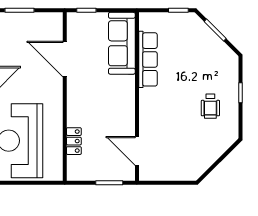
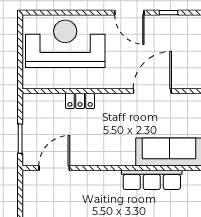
locker: (74, 141) -> (80, 101), moved

